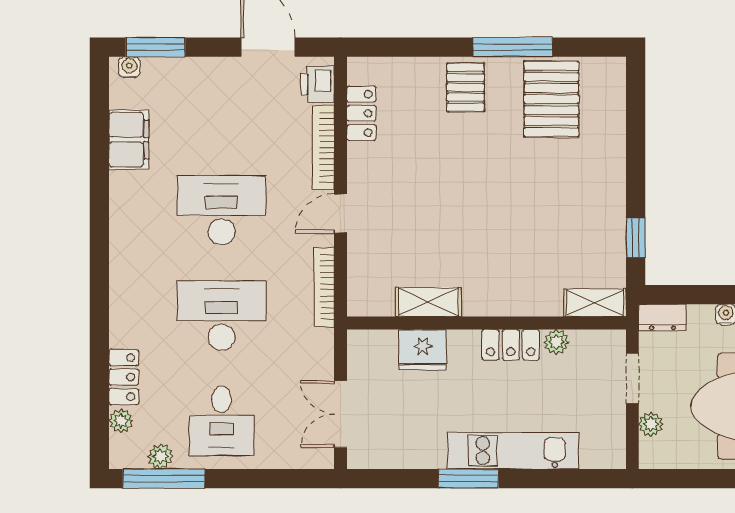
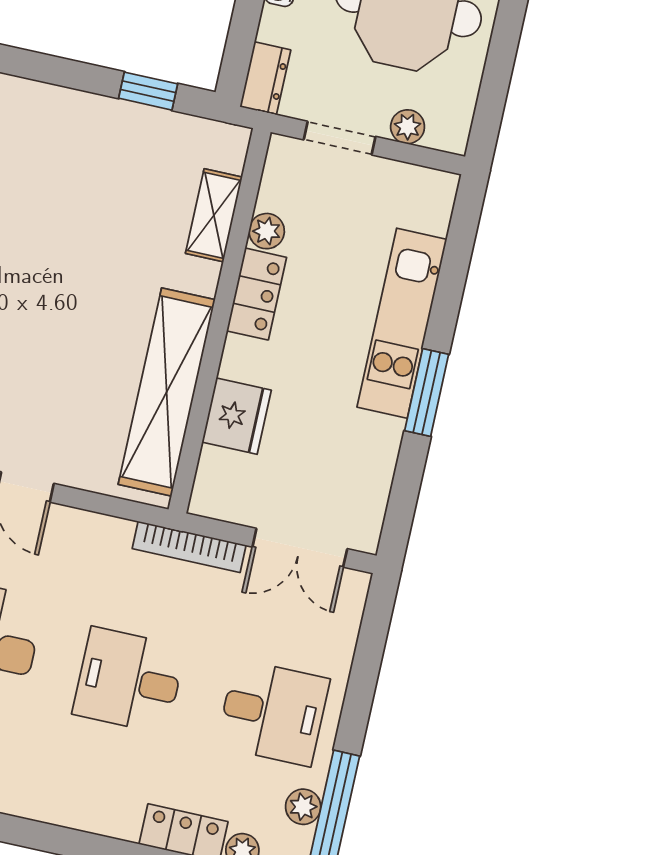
bookcase: (324, 287) -> (189, 547), moved
shelving: (429, 302) -> (167, 392), width x2.20, depth x1.33
shelving: (595, 303) -> (214, 215), moved
desk: (222, 315) -> (129, 681), width x0.73

